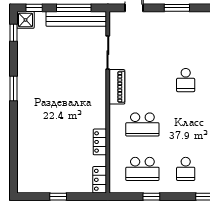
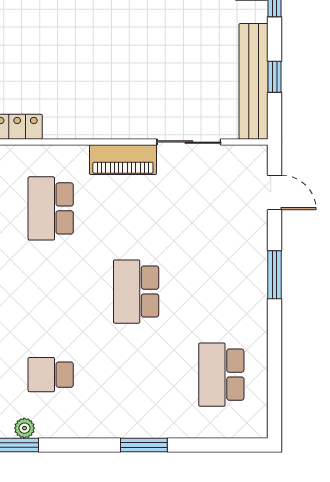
window: (74, 8) -> (275, 77), width x0.46
school desk: (186, 80) -> (136, 292), width x1.85

